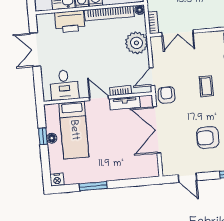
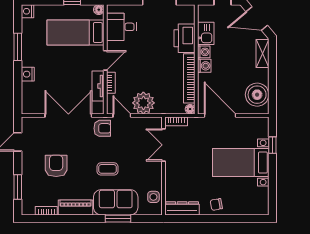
plant: (136, 43) -> (143, 103), moved
floor lamp: (52, 138) -> (99, 10), moved
nightstand: (119, 174) -> (28, 74), added

